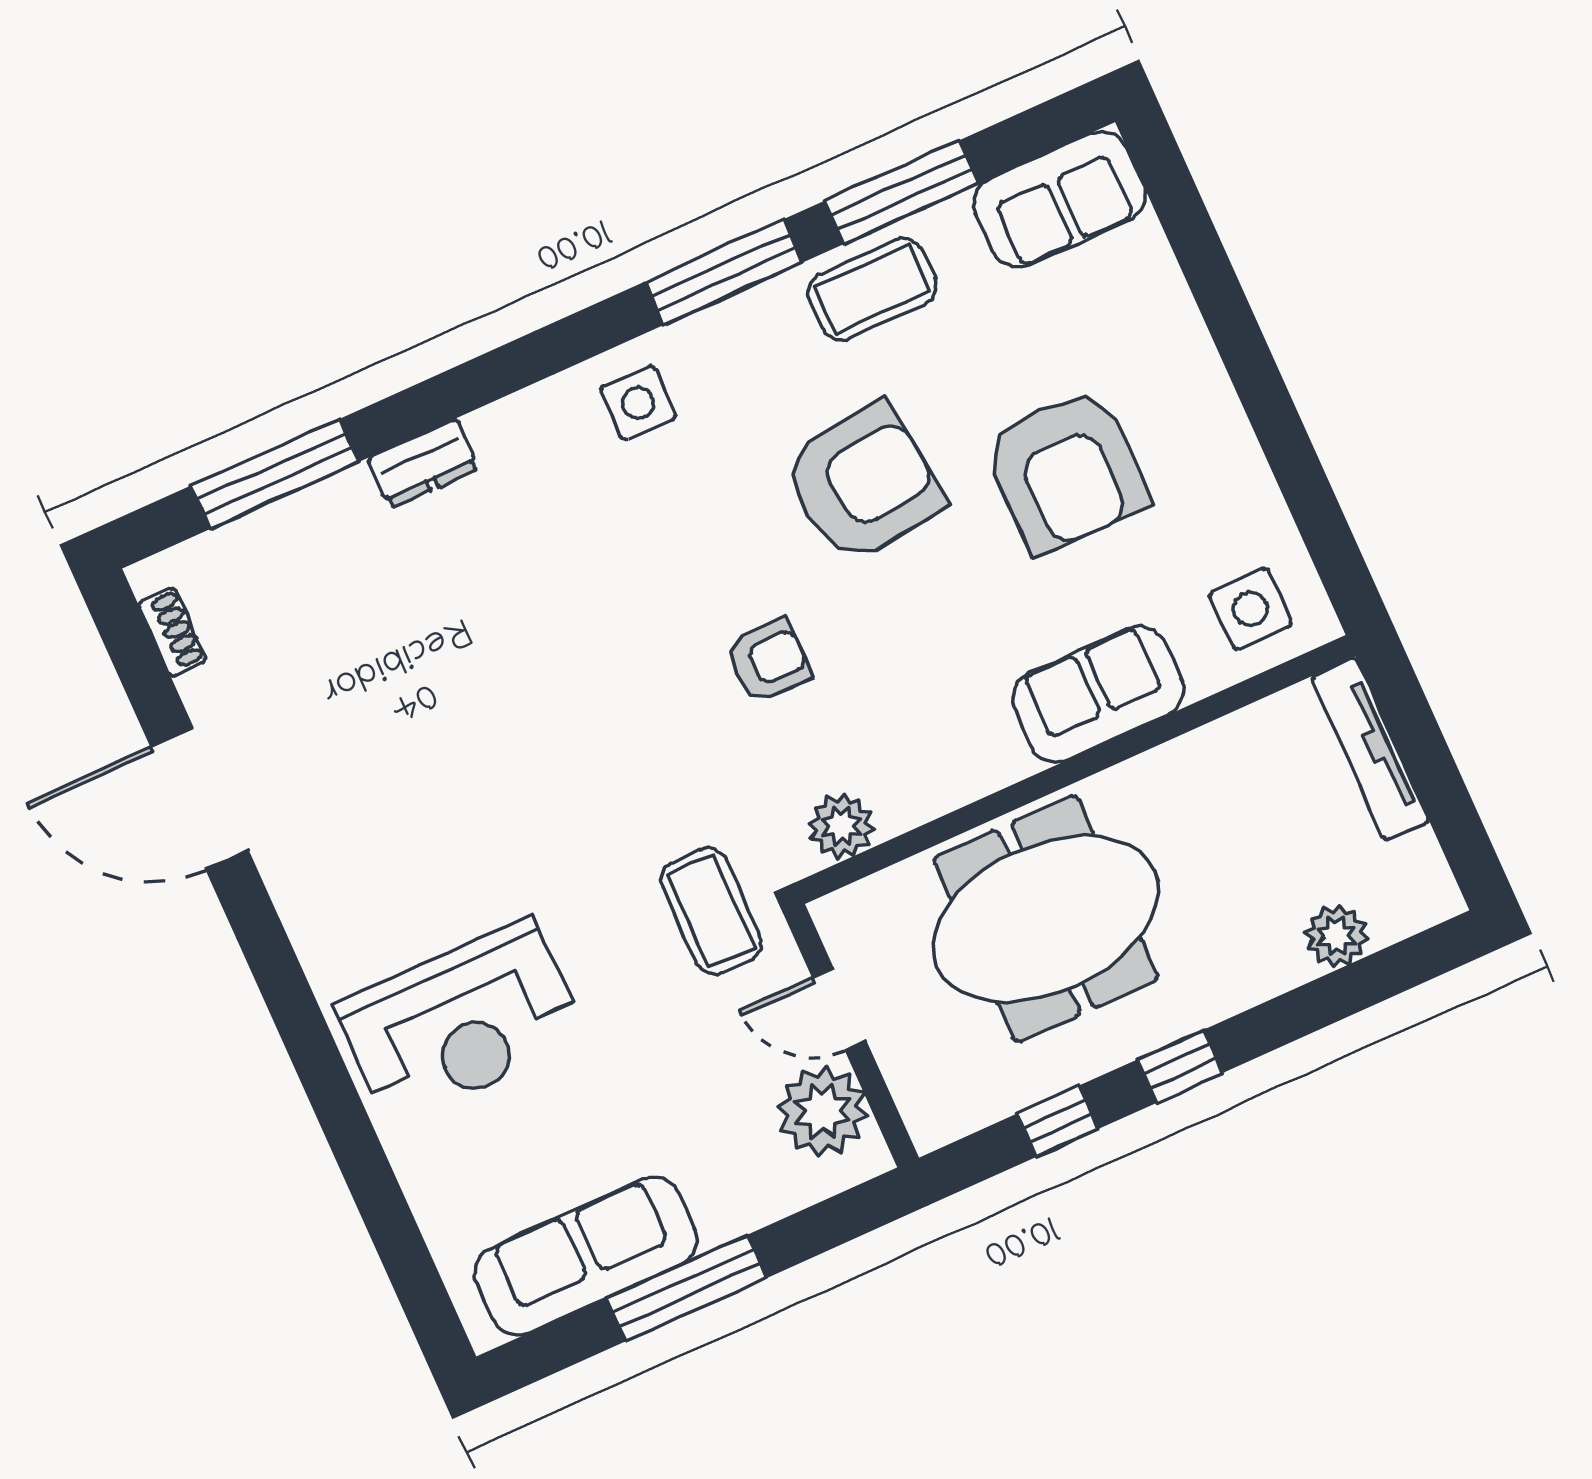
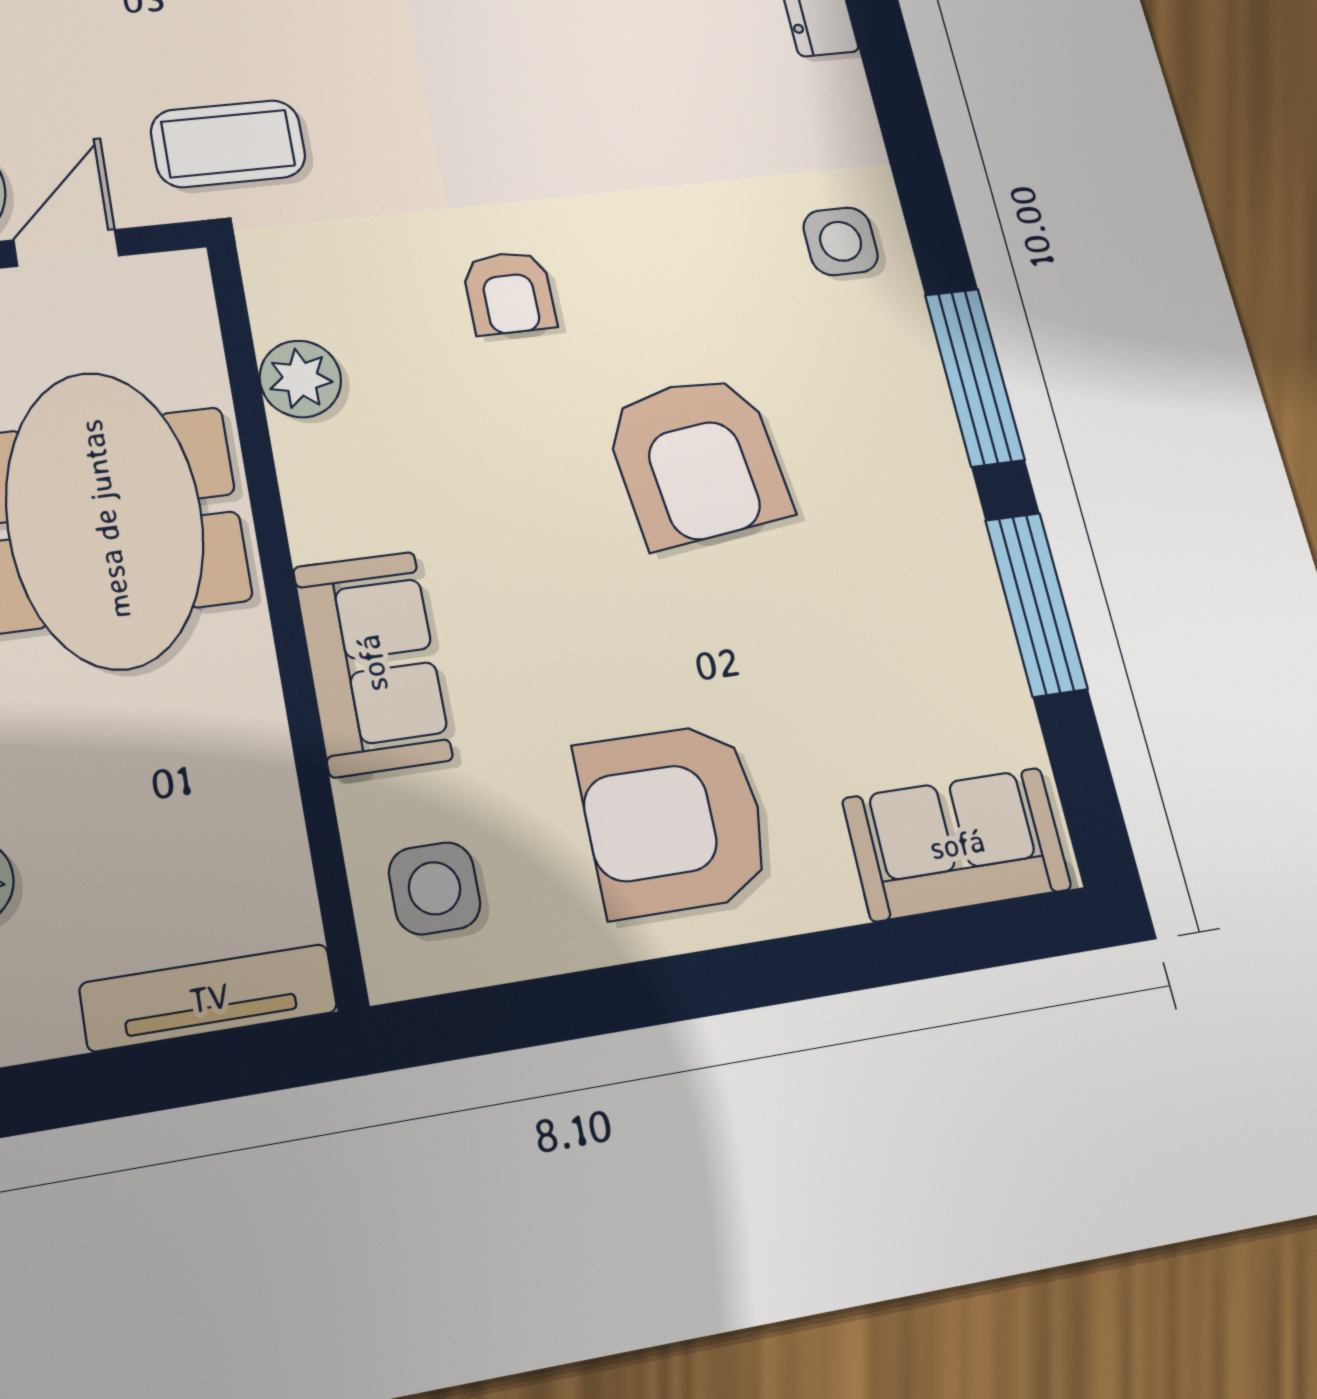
sofa: (1060, 199) -> (957, 844), moved, turned 90
coffee table: (872, 289) -> (926, 537), removed
armchair: (1066, 471) -> (674, 820), moved
plant: (841, 826) -> (300, 379), moved

